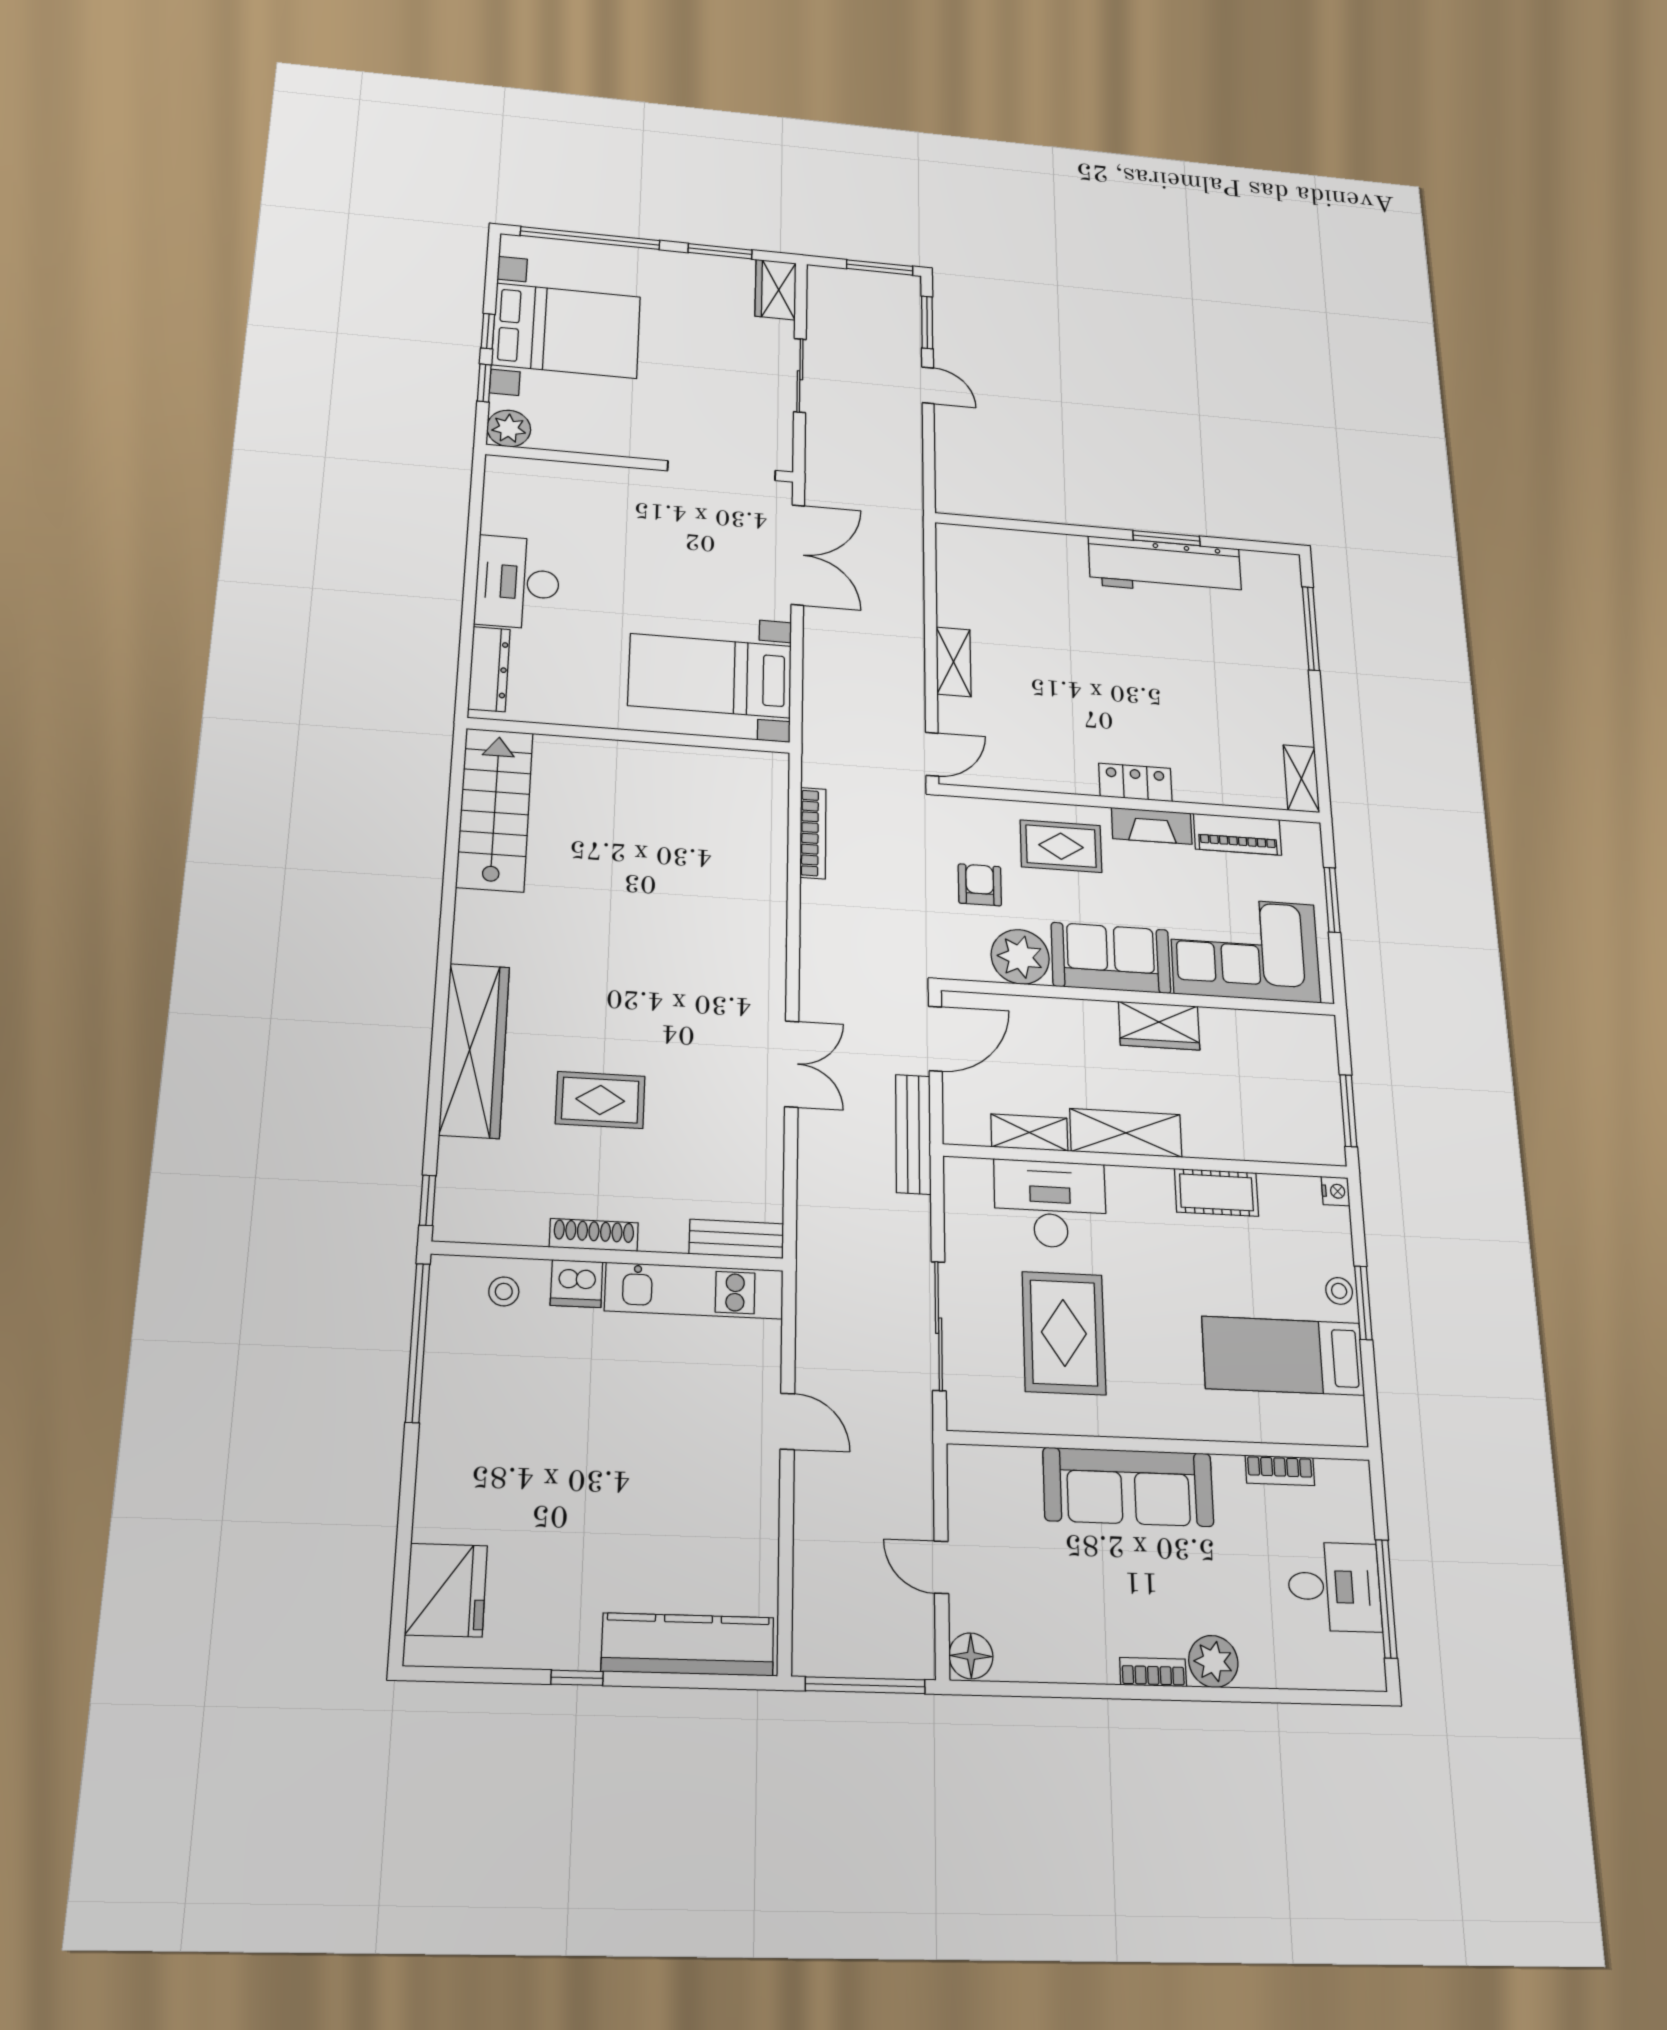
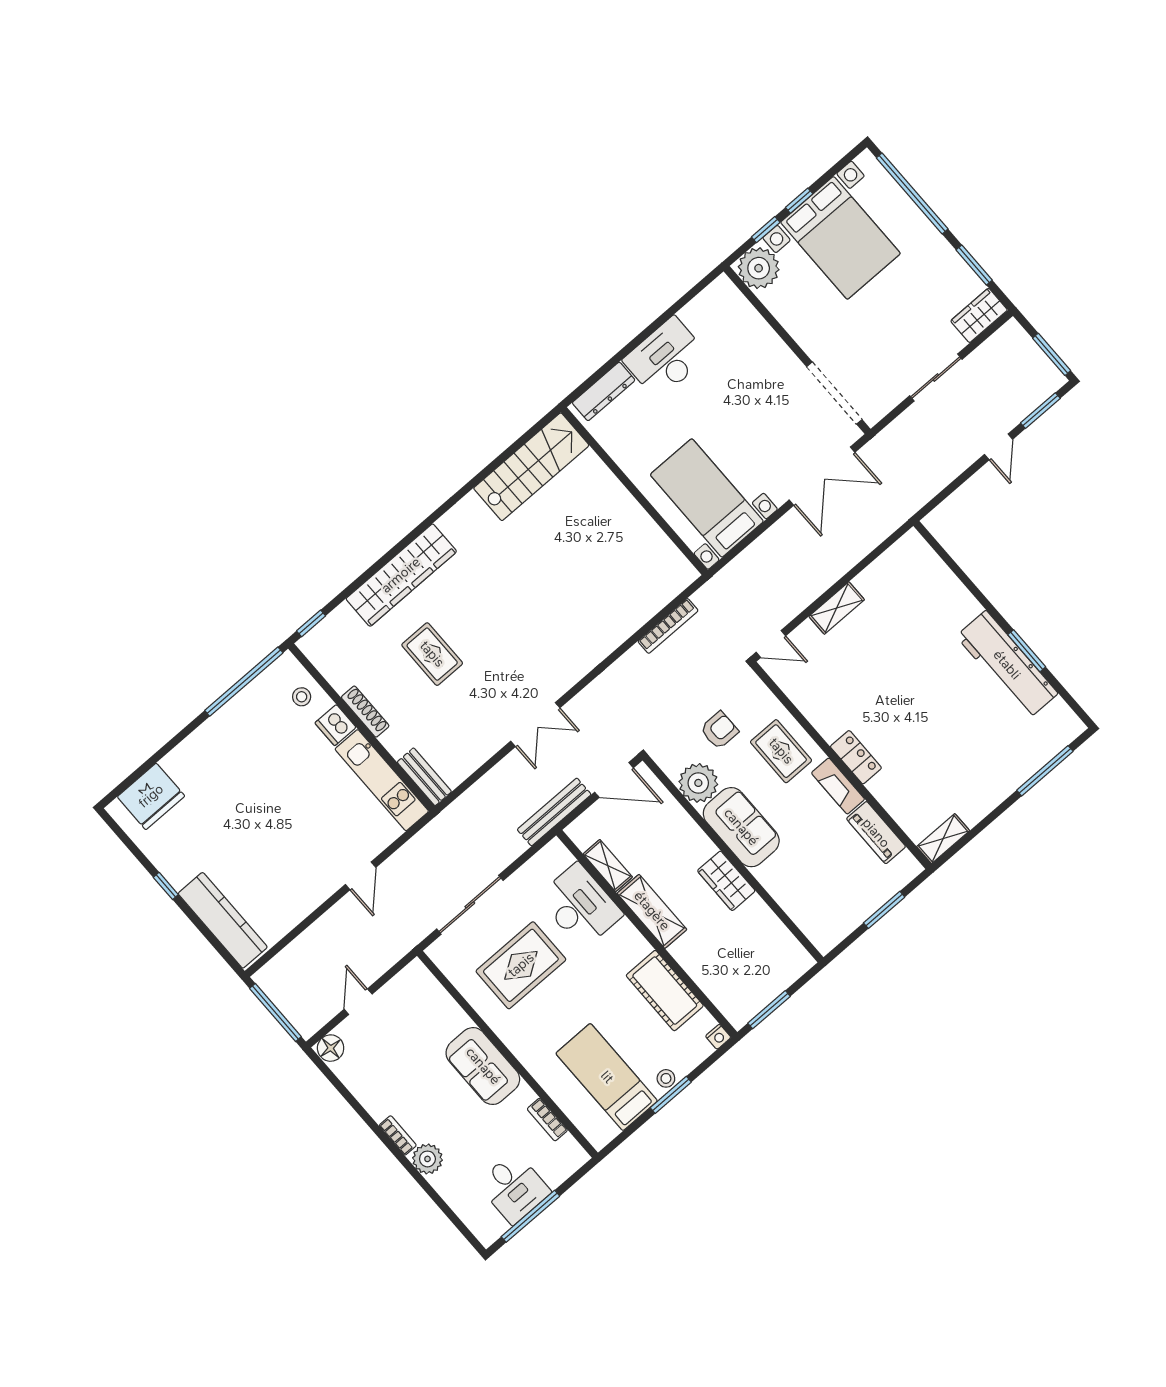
plant: (509, 428) -> (759, 268), width x1.36, depth x1.36
corner sofa: (1245, 949) -> (812, 889), removed
cot: (1216, 1192) -> (665, 991), width x1.37, depth x1.34
sofa: (1128, 1487) -> (483, 1066), width x0.73

